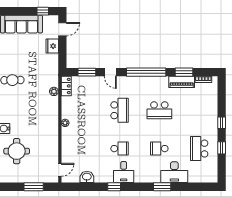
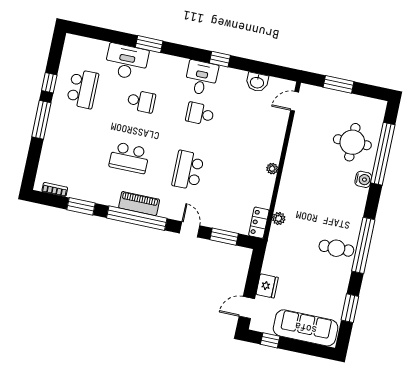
piano: (182, 82) -> (139, 204), moved
school desk: (159, 110) -> (129, 158), turned 180
window: (222, 123) -> (41, 120), width x2.17

